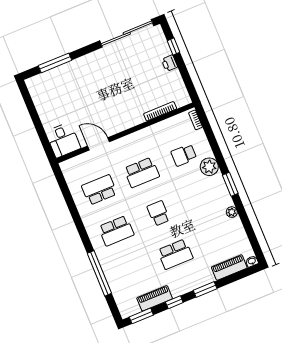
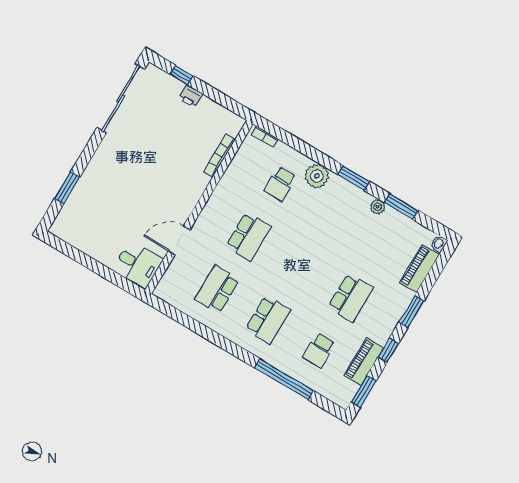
window: (55, 63) -> (67, 188), width x0.69
school desk: (158, 213) -> (319, 350), moved, turned -90
window: (246, 222) -> (401, 206), added

